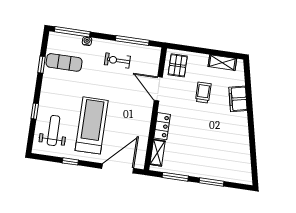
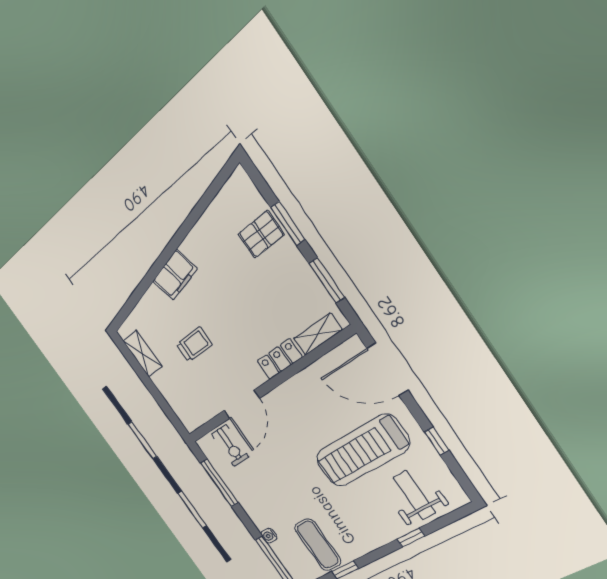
exercise bike: (117, 60) -> (230, 446), moved
pallet: (178, 65) -> (261, 234), moved
trolley: (203, 93) -> (194, 344), turned 180
filing cabinet: (238, 99) -> (175, 275), moved
weight bench: (53, 131) -> (414, 495), turned 90

